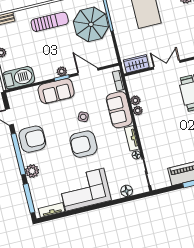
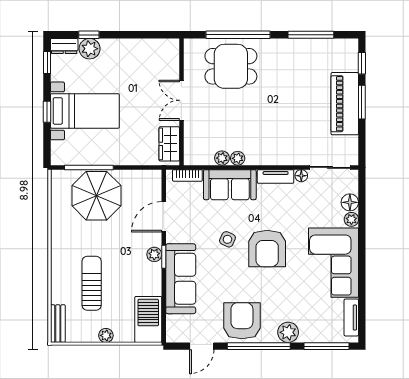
sun lounger: (50, 22) -> (92, 283), moved
sofa: (56, 91) -> (181, 279), width x1.36
plant: (116, 195) -> (351, 219), added

